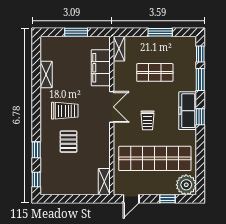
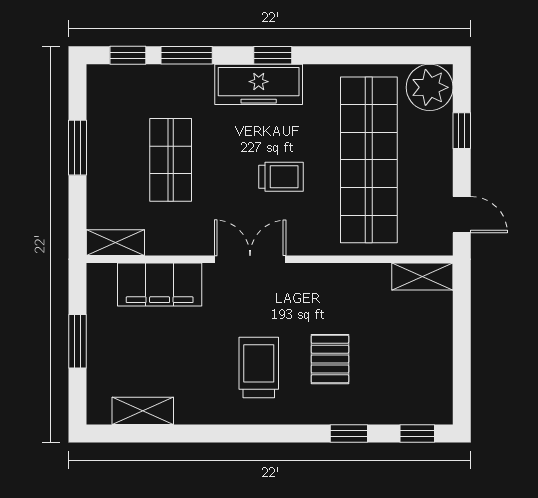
shelving: (46, 74) -> (143, 411), moved
pallet: (69, 142) -> (330, 359), turned 90

